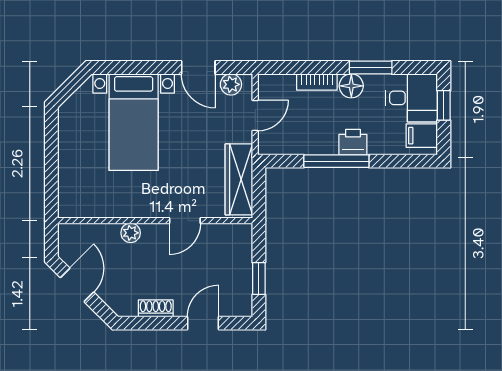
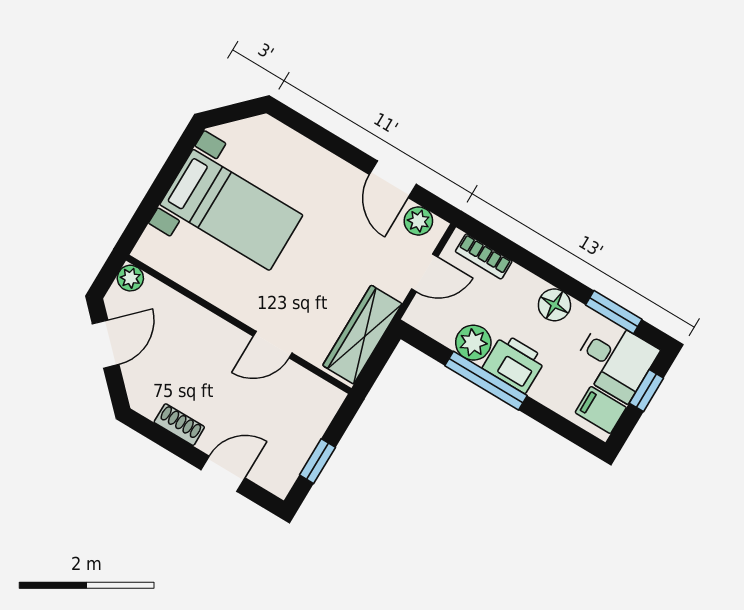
window: (371, 67) -> (614, 312), moved
bookcase: (317, 82) -> (484, 256), moved
bed with nightstands: (134, 122) -> (231, 210), moved, turned -90
plant: (314, 142) -> (473, 343), added
printer: (353, 142) -> (514, 363), width x1.36, depth x1.24
plant: (131, 233) -> (130, 278), moved

